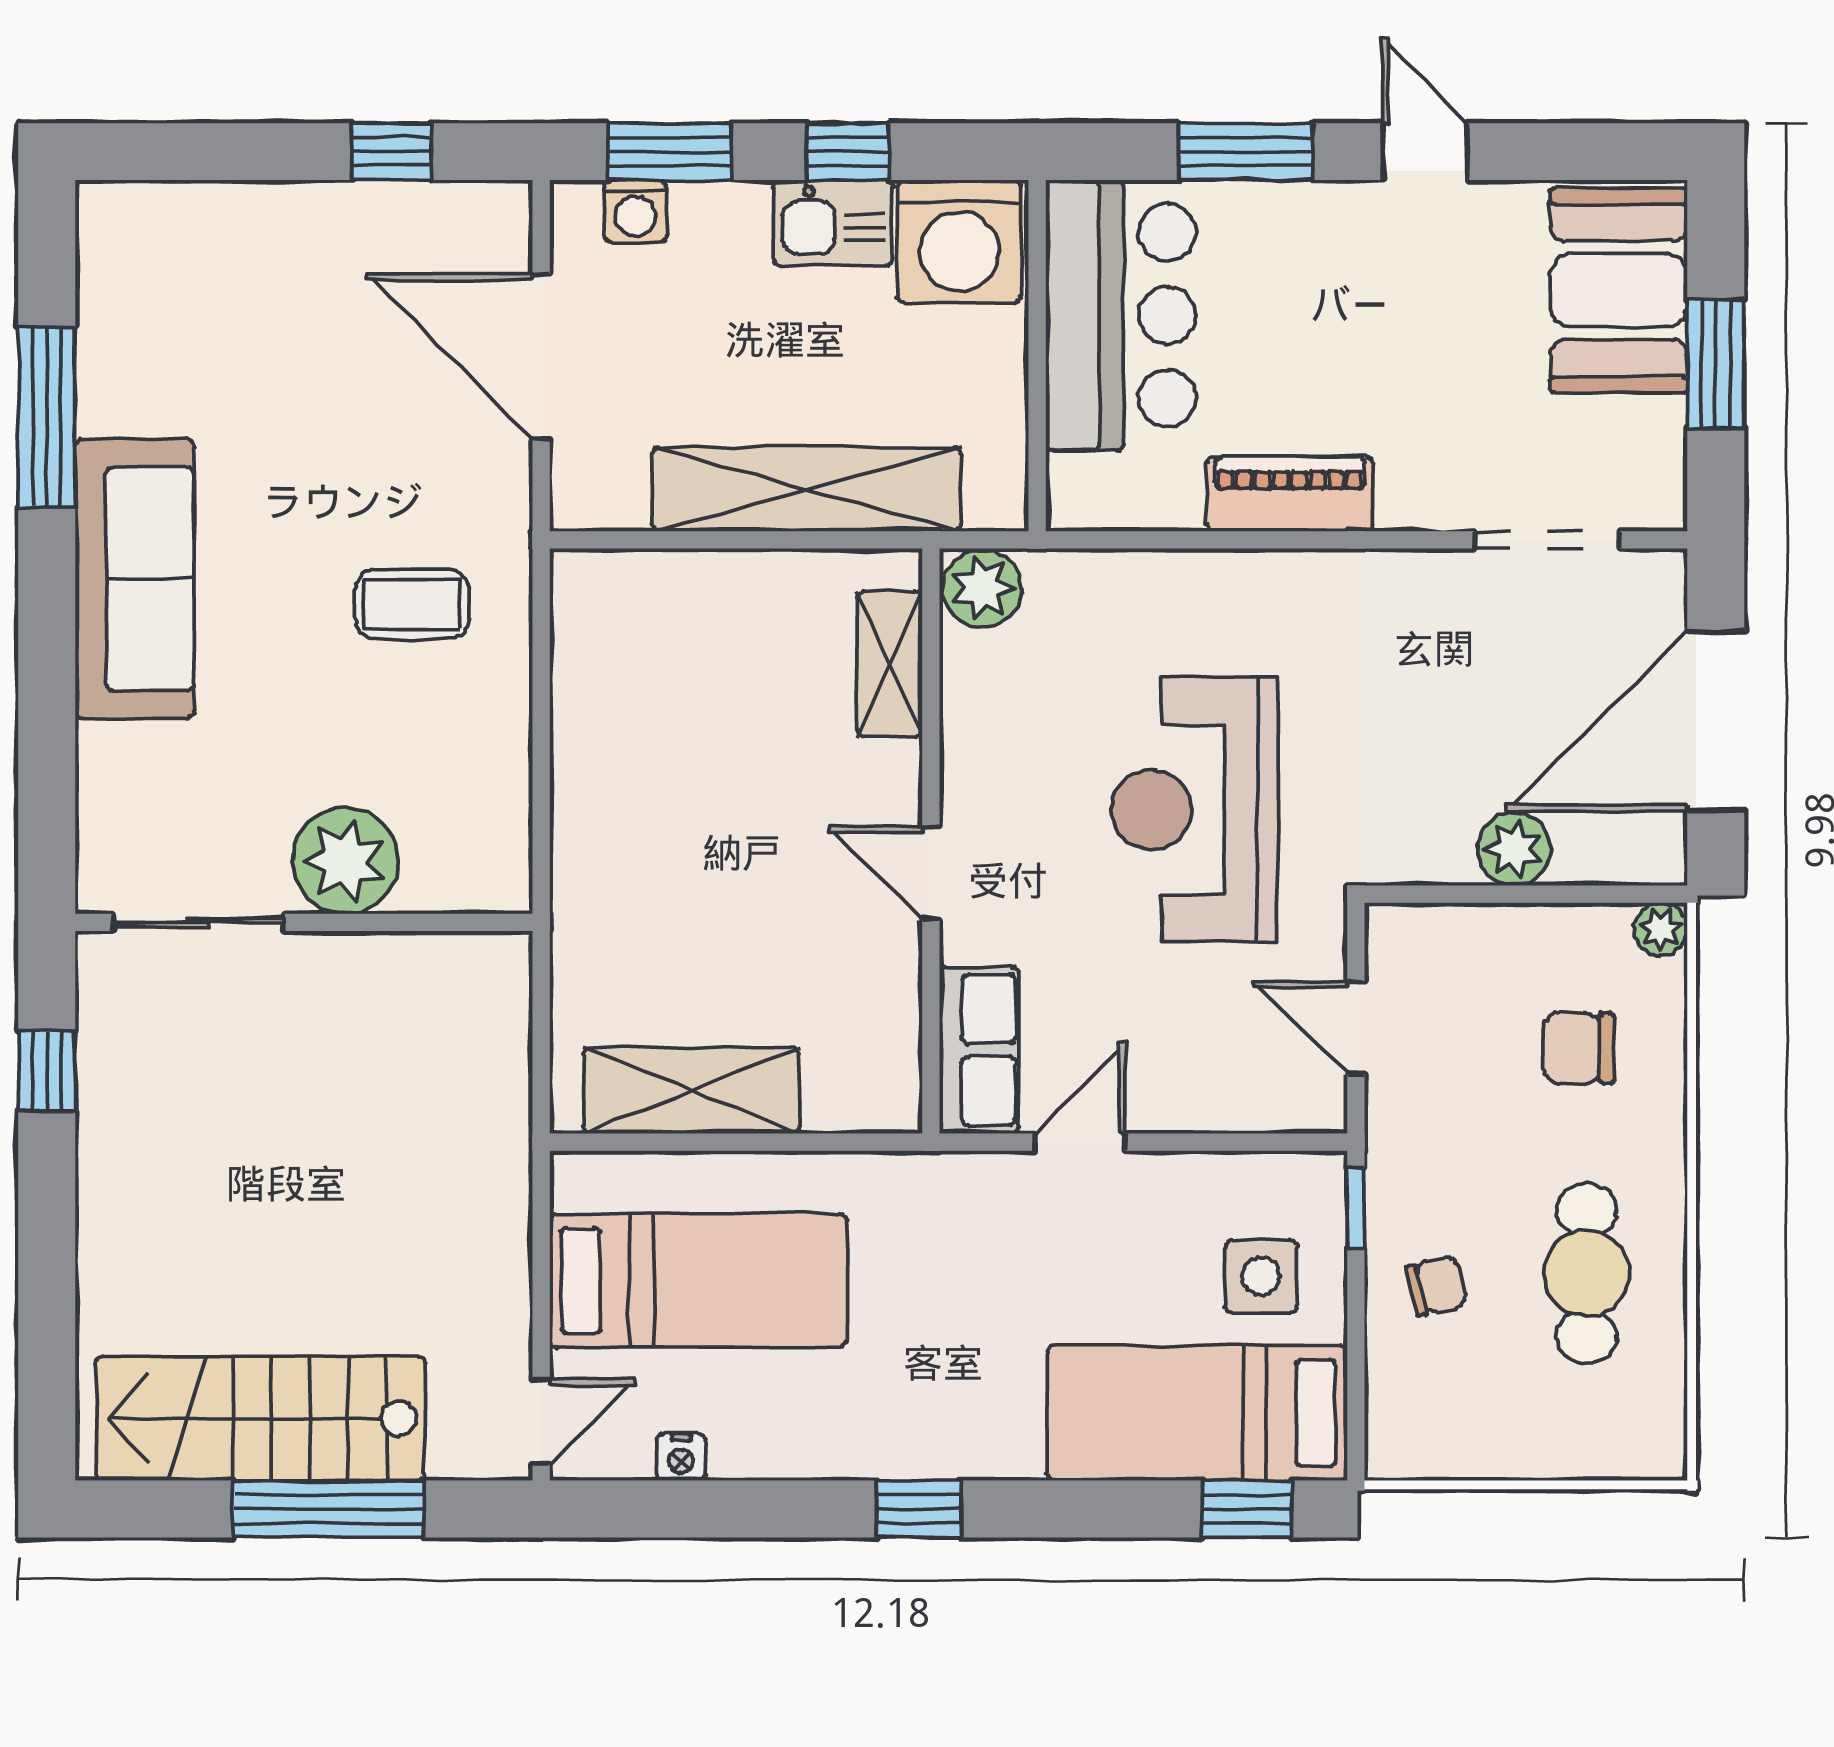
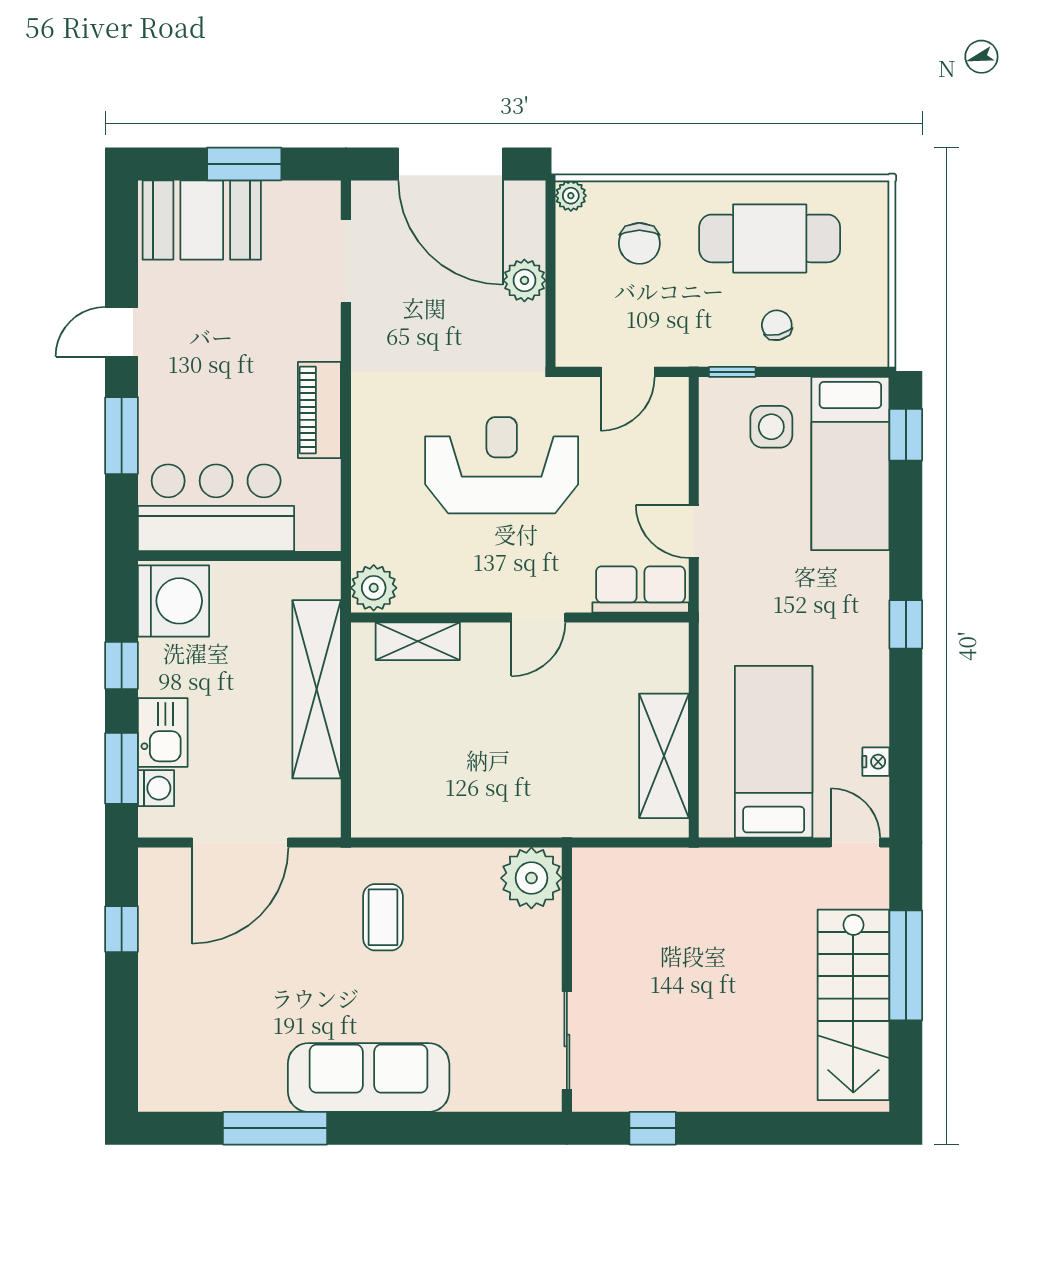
kitchen sink: (833, 223) -> (163, 733), moved
reception desk: (1194, 810) -> (502, 465), turned 180
plant: (345, 861) -> (531, 878), moved
cafe table: (1587, 1273) -> (770, 238), width x1.37, depth x1.35

